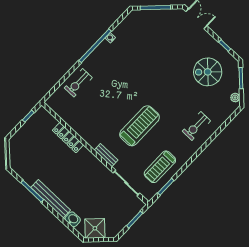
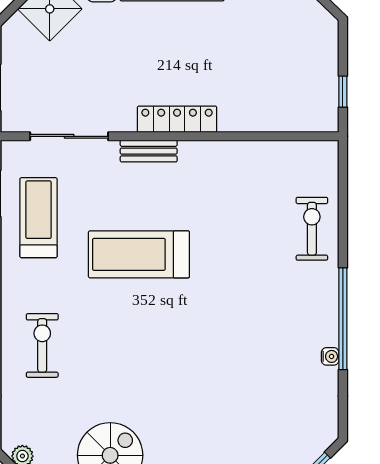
treadmill: (140, 126) -> (139, 254), turned 90
locker: (68, 138) -> (177, 119), moved

